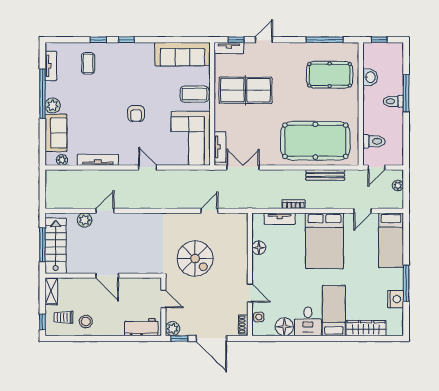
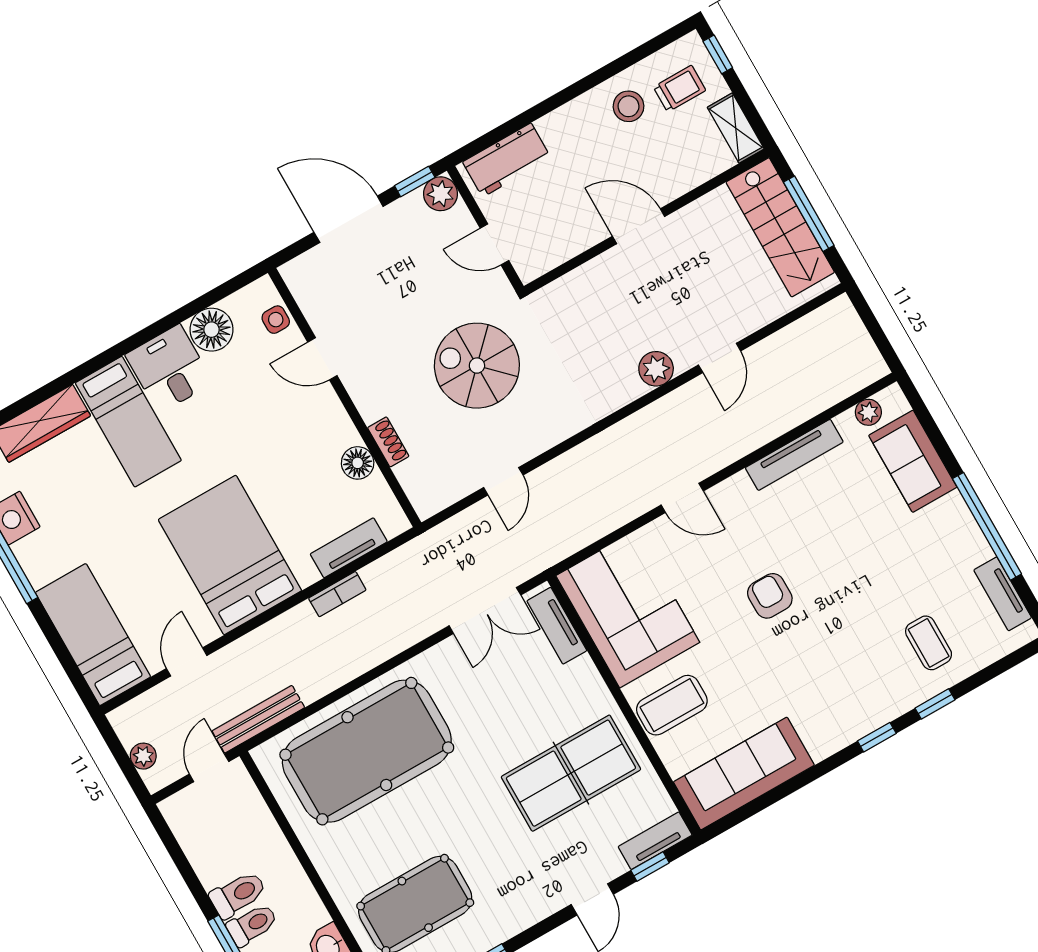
plant: (53, 105) -> (952, 514), removed
toilet: (374, 141) -> (238, 894), moved, turned 180
bench: (325, 175) -> (258, 719), moved
plant: (85, 220) -> (656, 369), moved
shoe rack: (243, 324) -> (388, 442), moved

